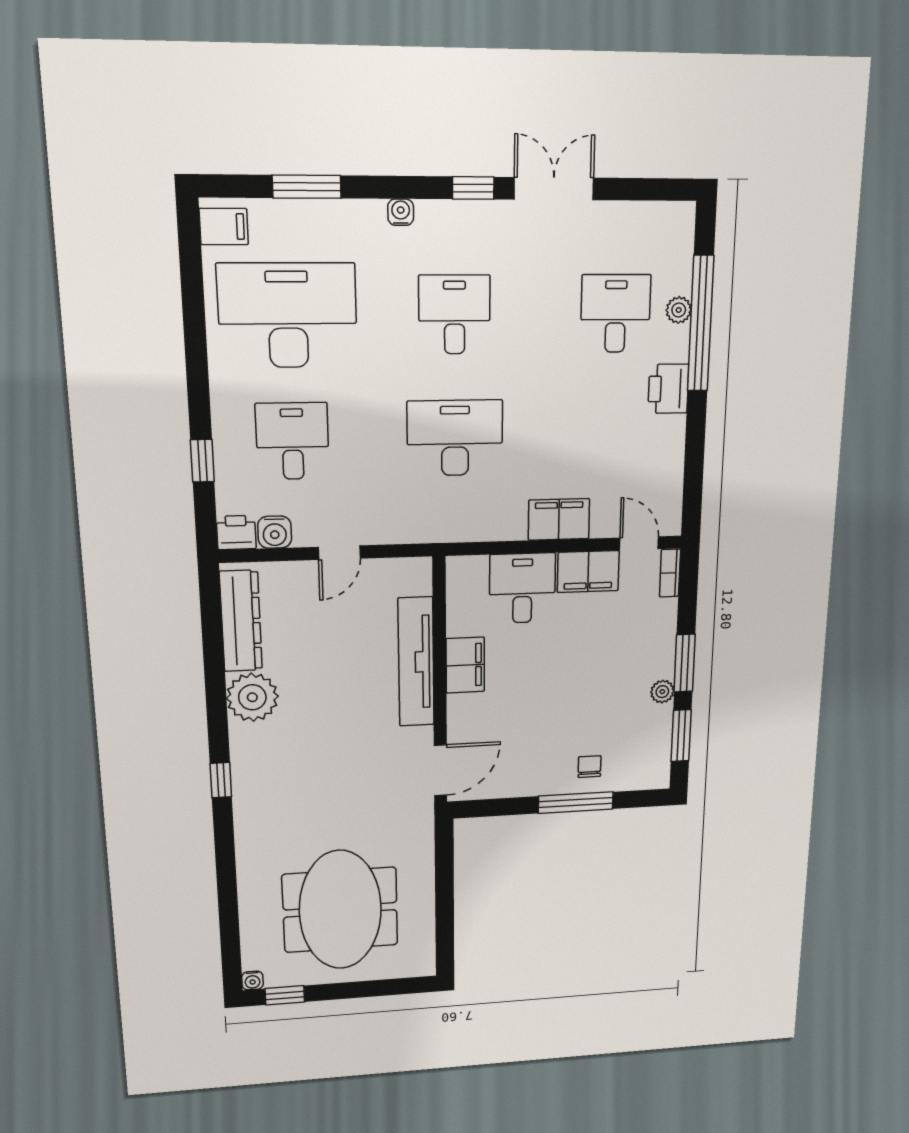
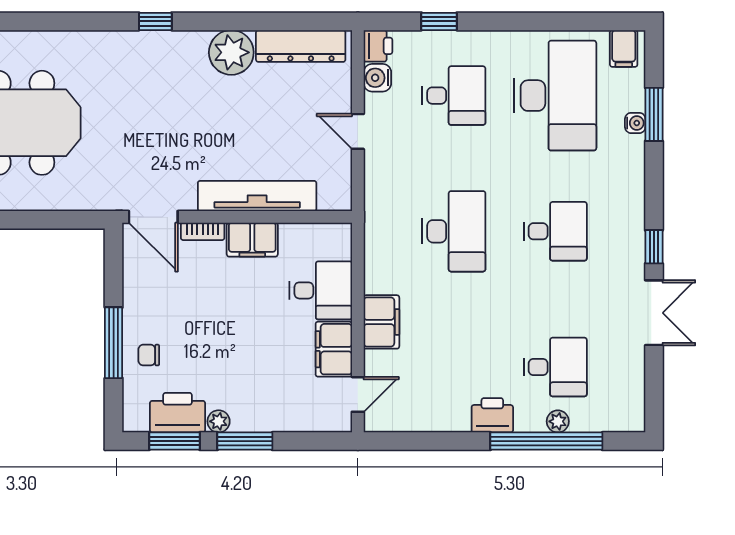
water cooler: (401, 212) -> (635, 123), moved
bookcase: (670, 573) -> (203, 231), moved, turned 180
printer: (651, 734) -> (178, 413), added
chair: (590, 767) -> (149, 355), turned 180

